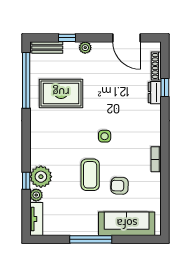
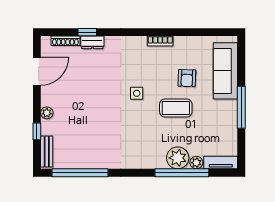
rug: (61, 93) -> (93, 137), removed
window: (26, 181) -> (182, 173), width x3.17

